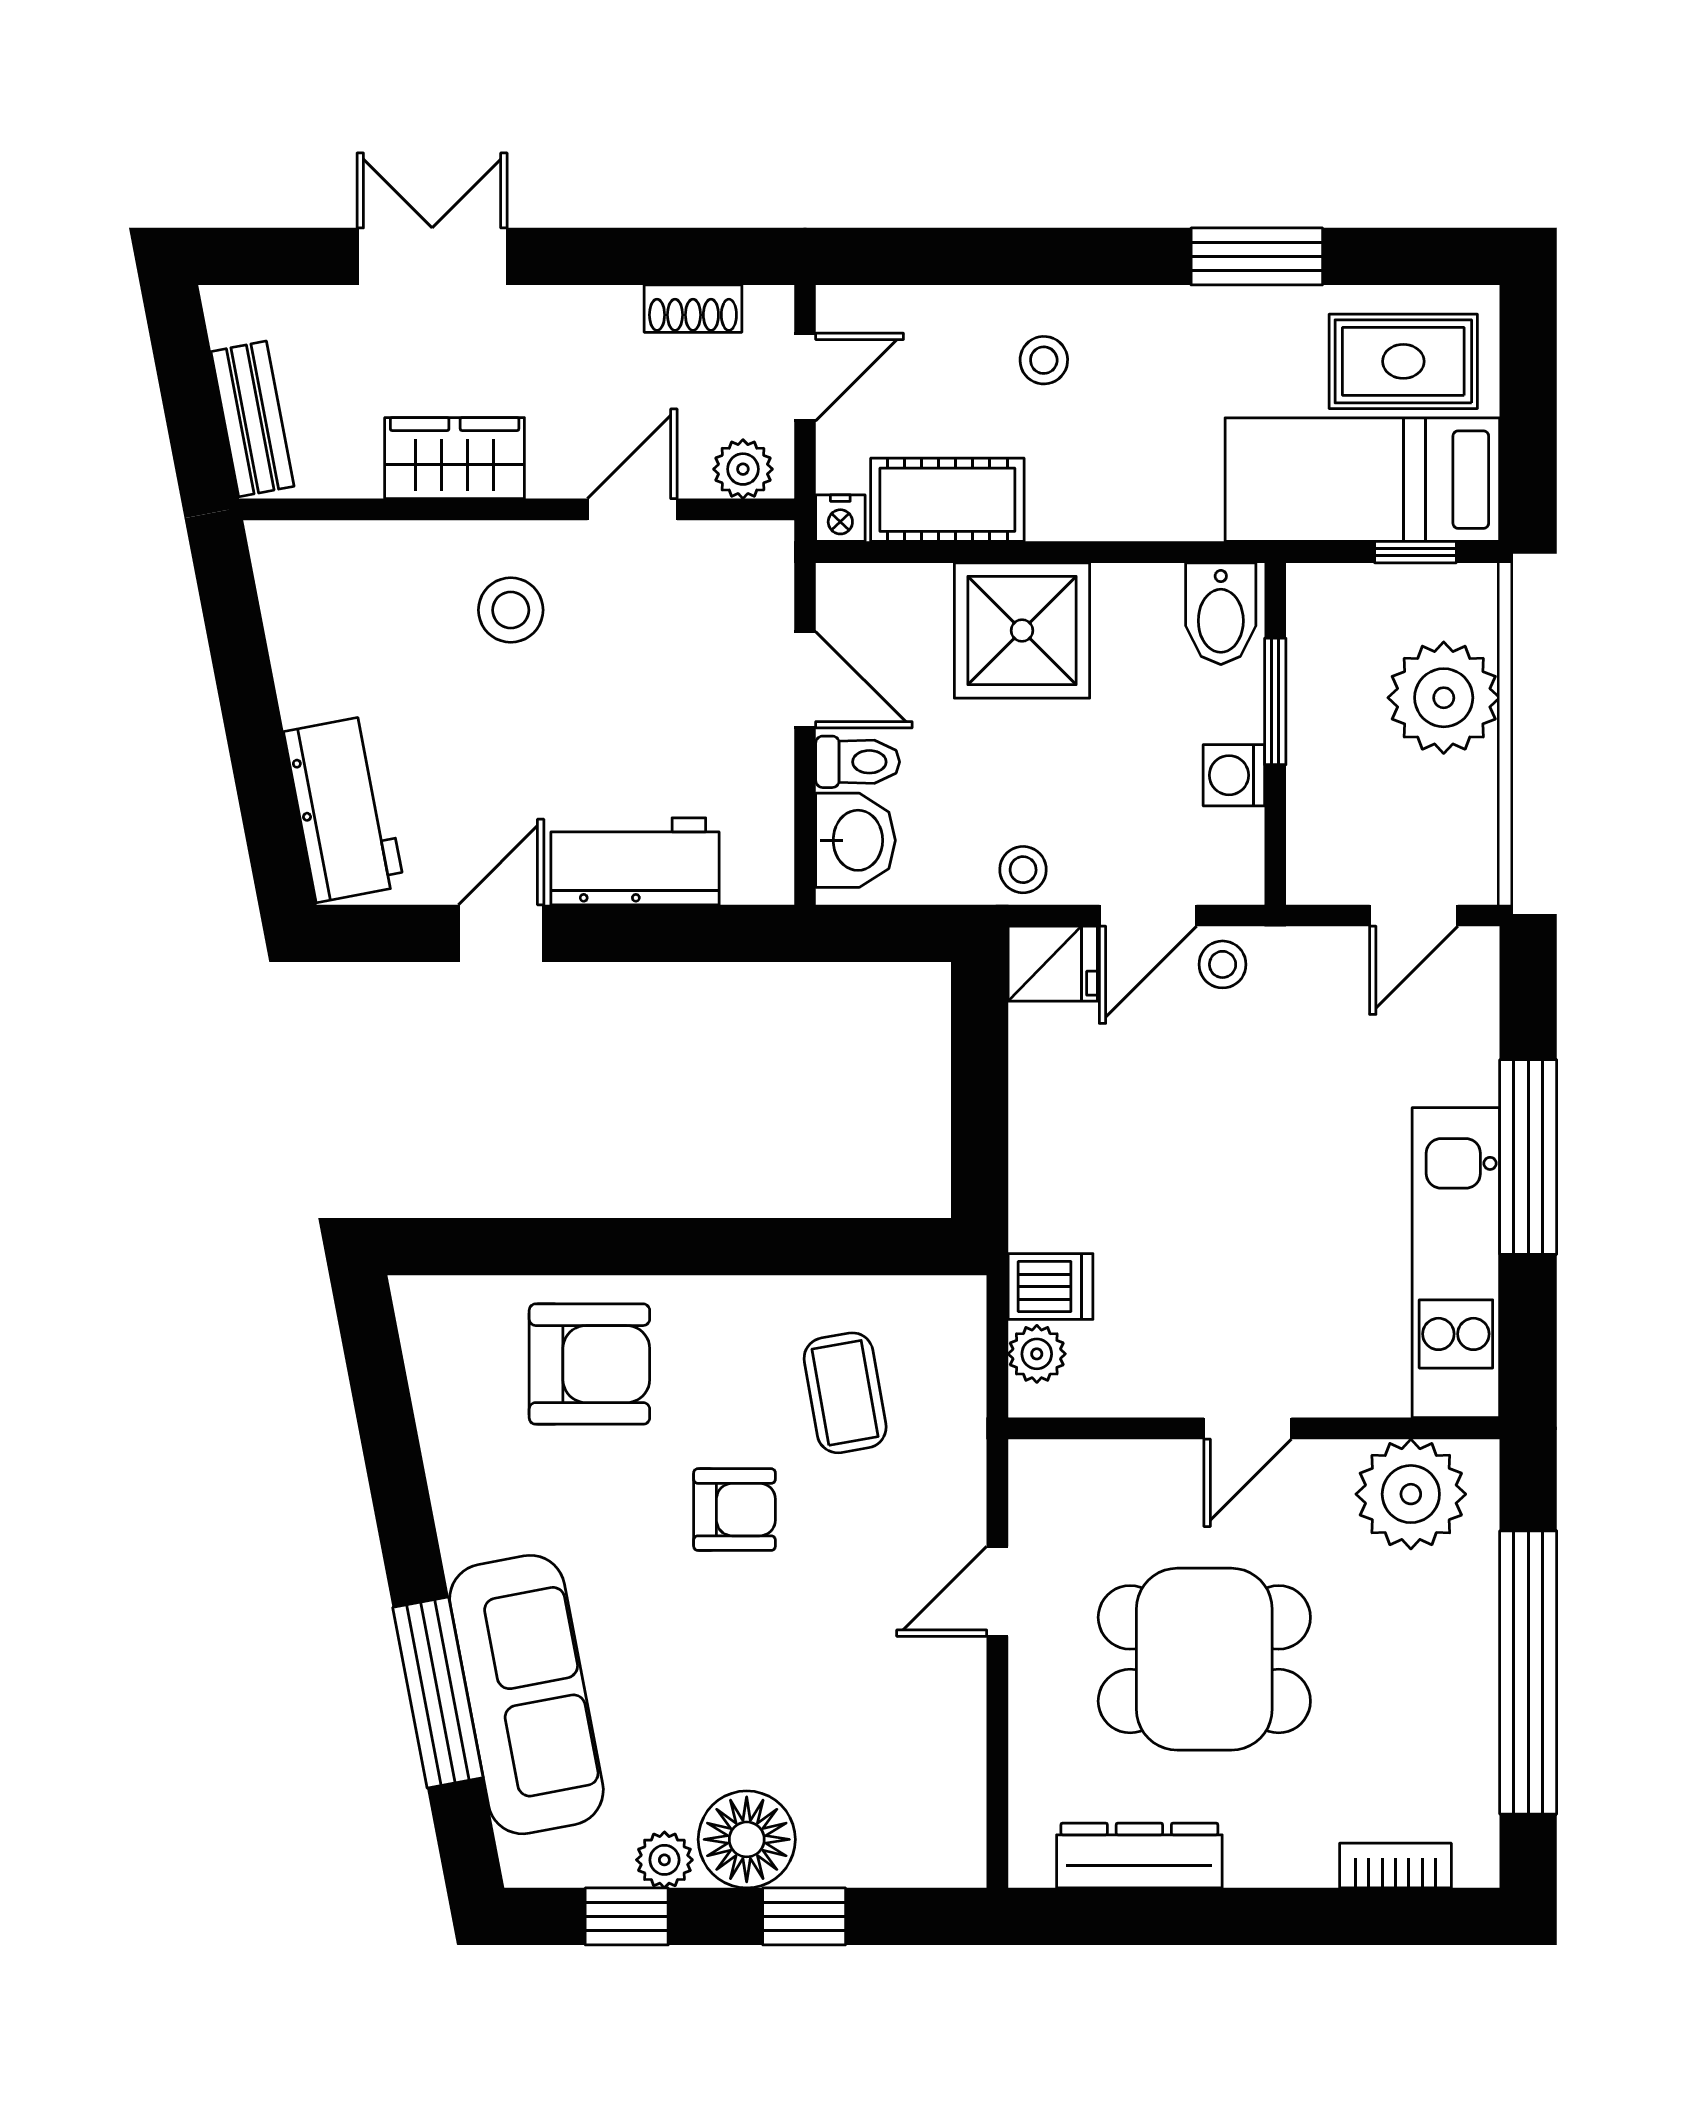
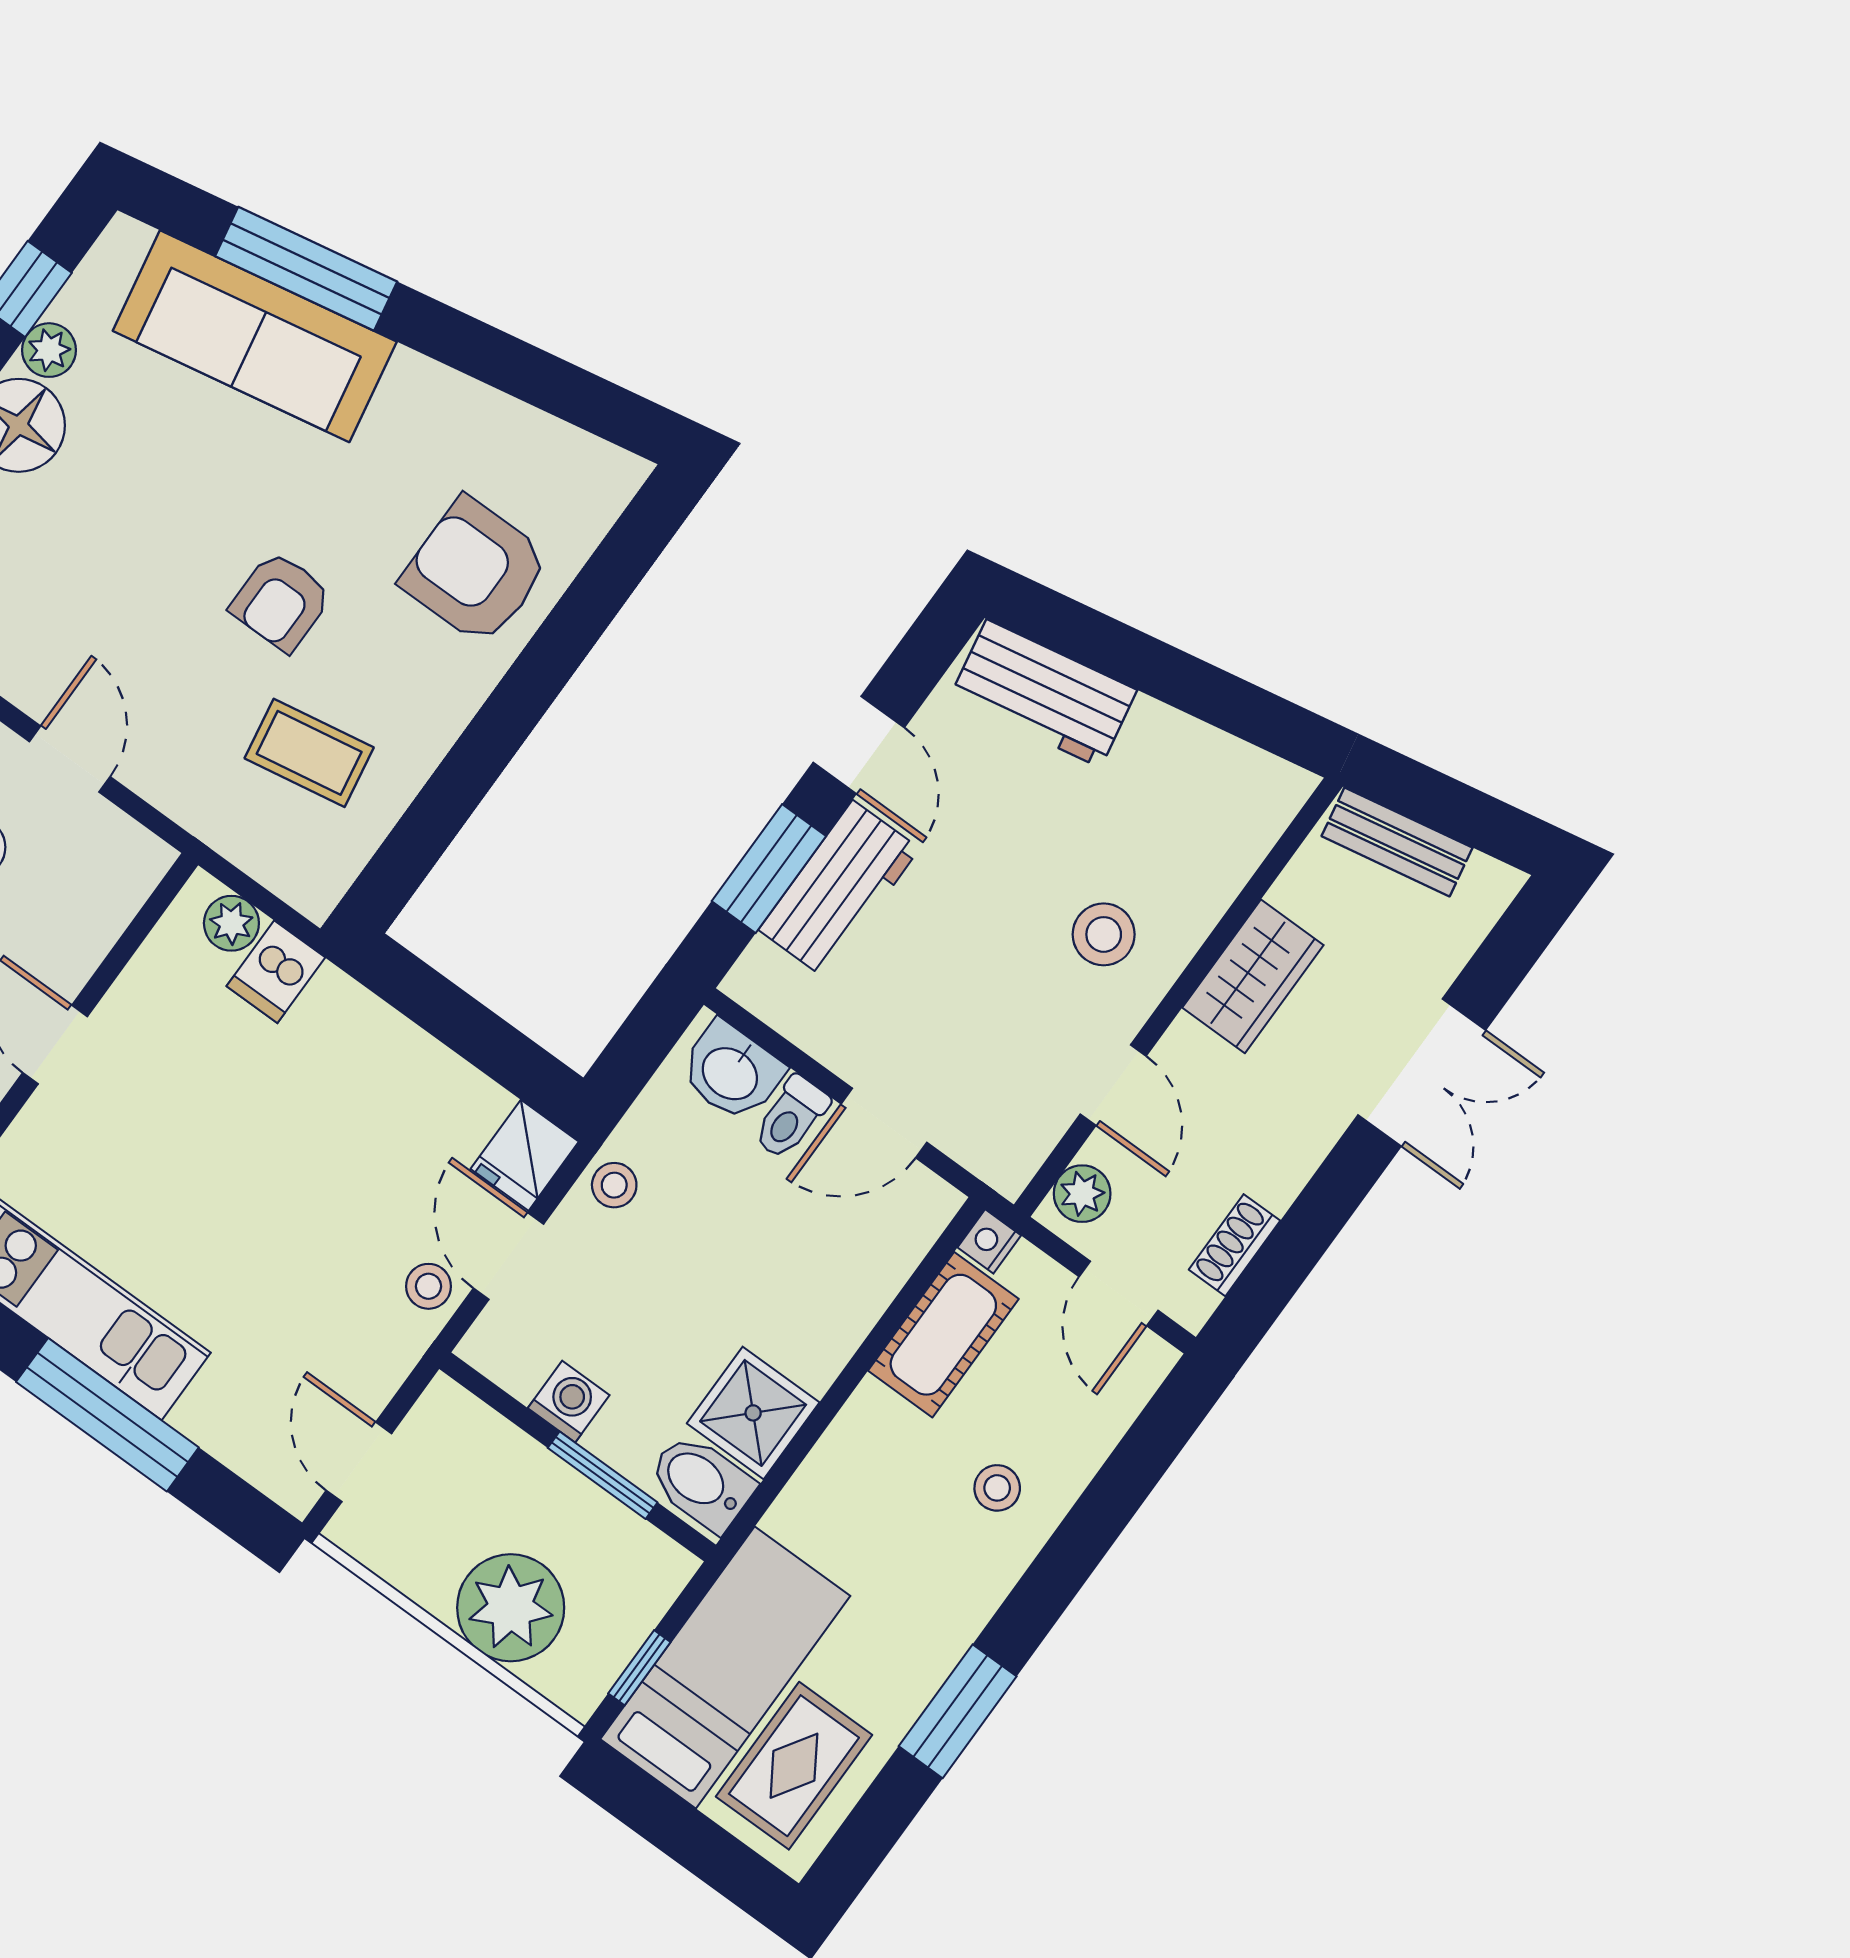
shower: (1022, 631) -> (753, 1413), moved, width x0.73, depth x0.73
window: (661, 933) -> (769, 869), added
armchair: (589, 1364) -> (475, 571), turned 90

